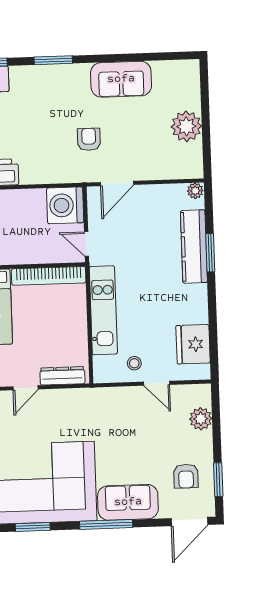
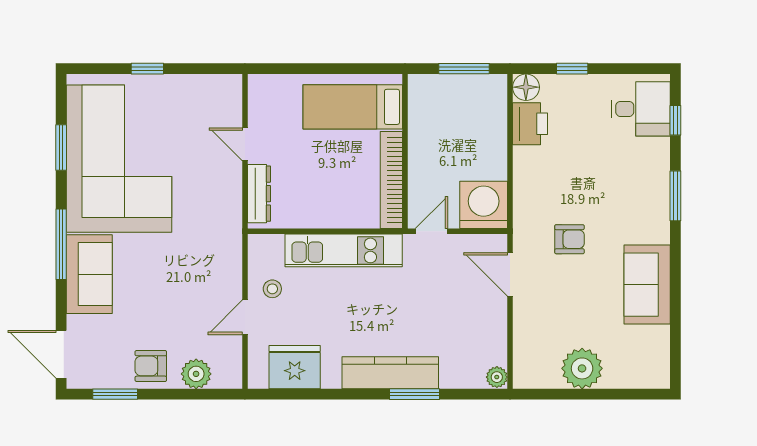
kitchen counter: (194, 247) -> (390, 373), moved
armchair: (186, 476) -> (151, 366), moved

